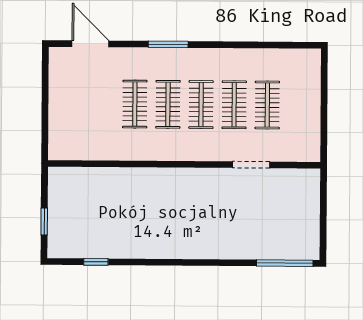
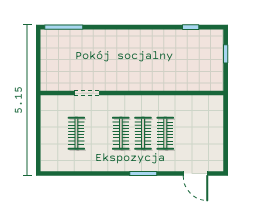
clothes rail: (234, 105) -> (99, 133), removed

